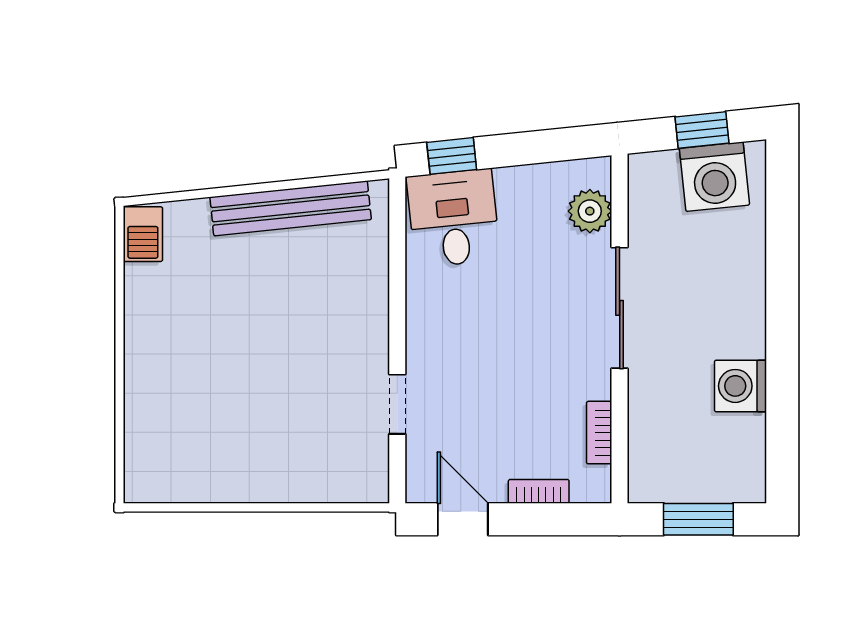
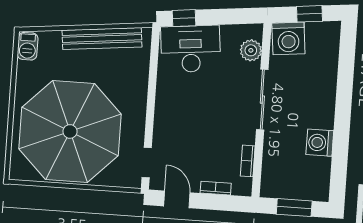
washing machine: (714, 177) -> (288, 38), moved
desk: (453, 218) -> (191, 49), width x1.37
parasol: (240, 399) -> (70, 131), added
doorway: (397, 404) -> (147, 163), moved

